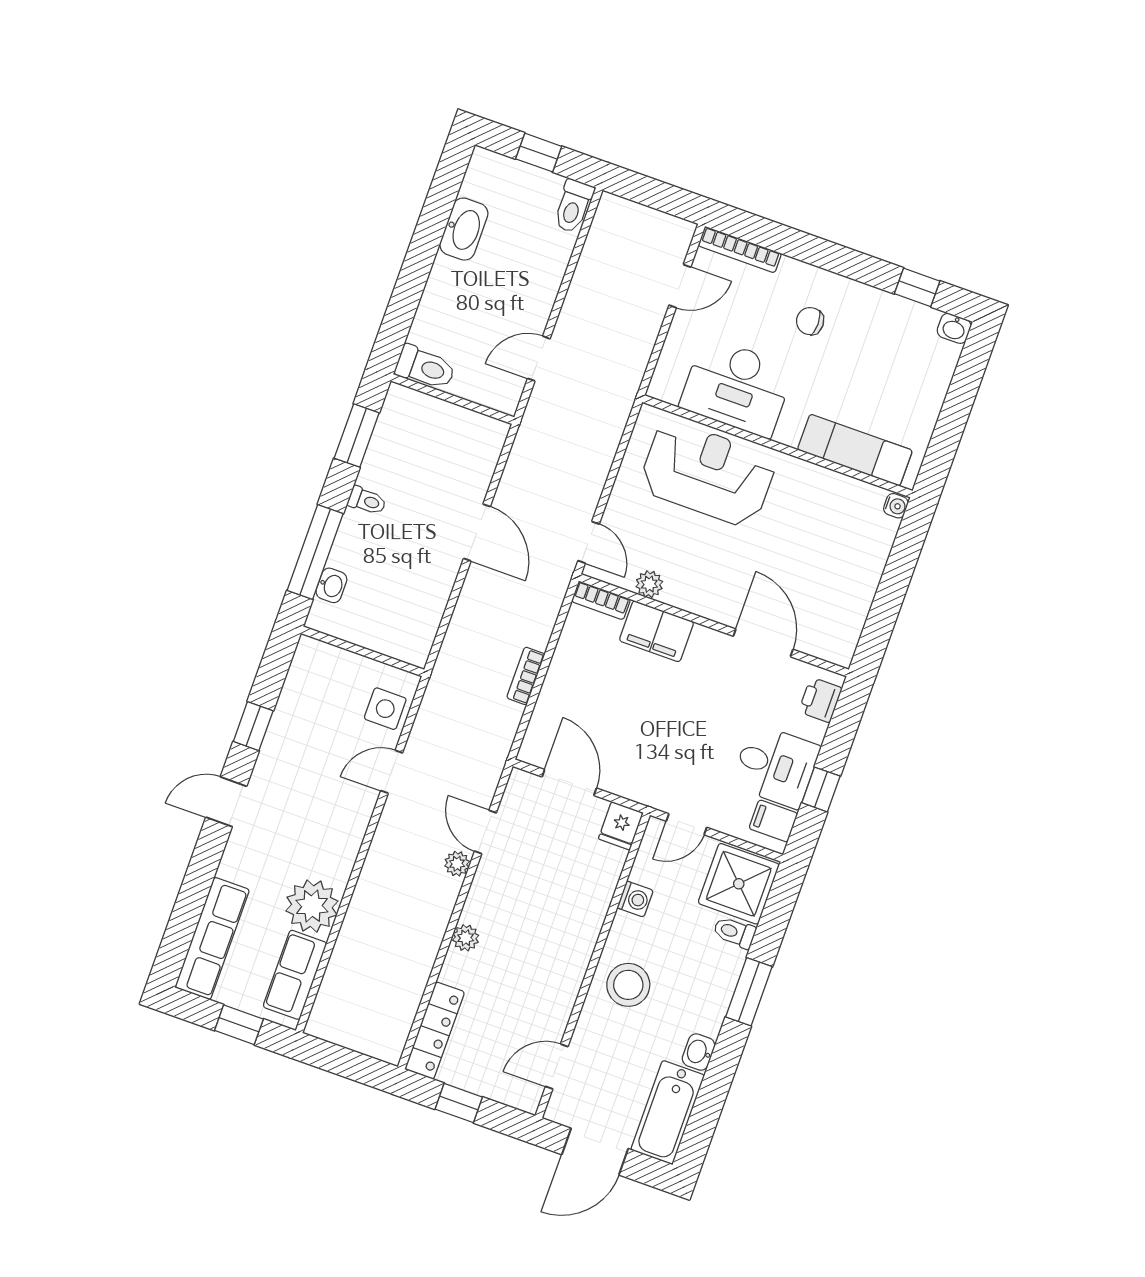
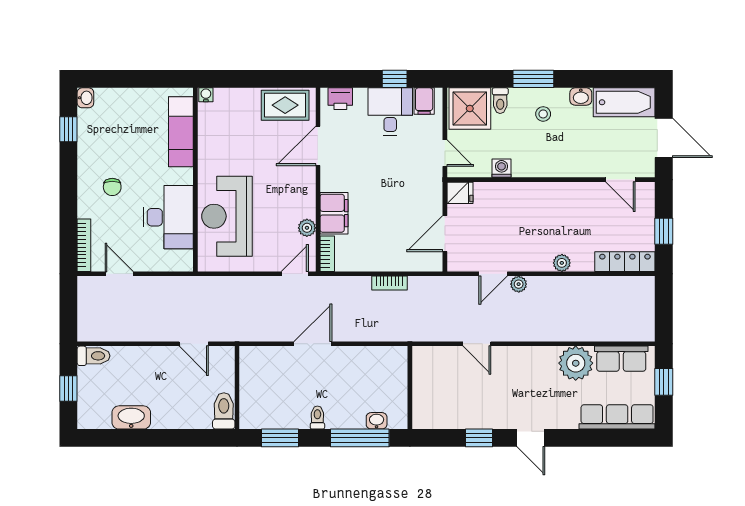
rug: (840, 616) -> (285, 105), added
side table: (385, 709) -> (440, 361), removed
stool: (628, 985) -> (543, 114), moved, width x0.53, depth x0.53

